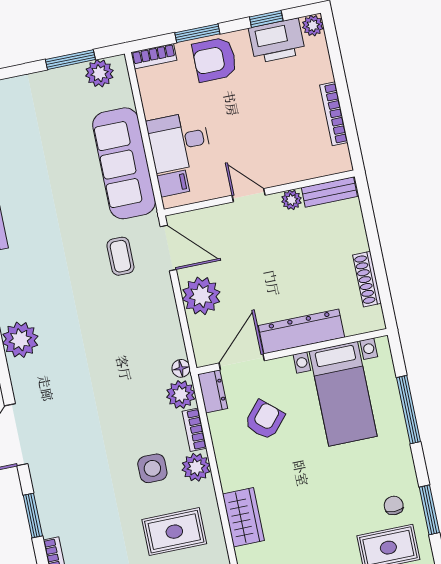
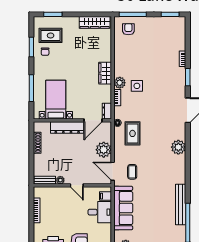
plant: (181, 394) -> (120, 113), removed
armchair: (265, 420) -> (89, 96), removed
wardrobe: (243, 517) -> (105, 73), moved
rug: (174, 532) -> (132, 133), moved, turned 90

